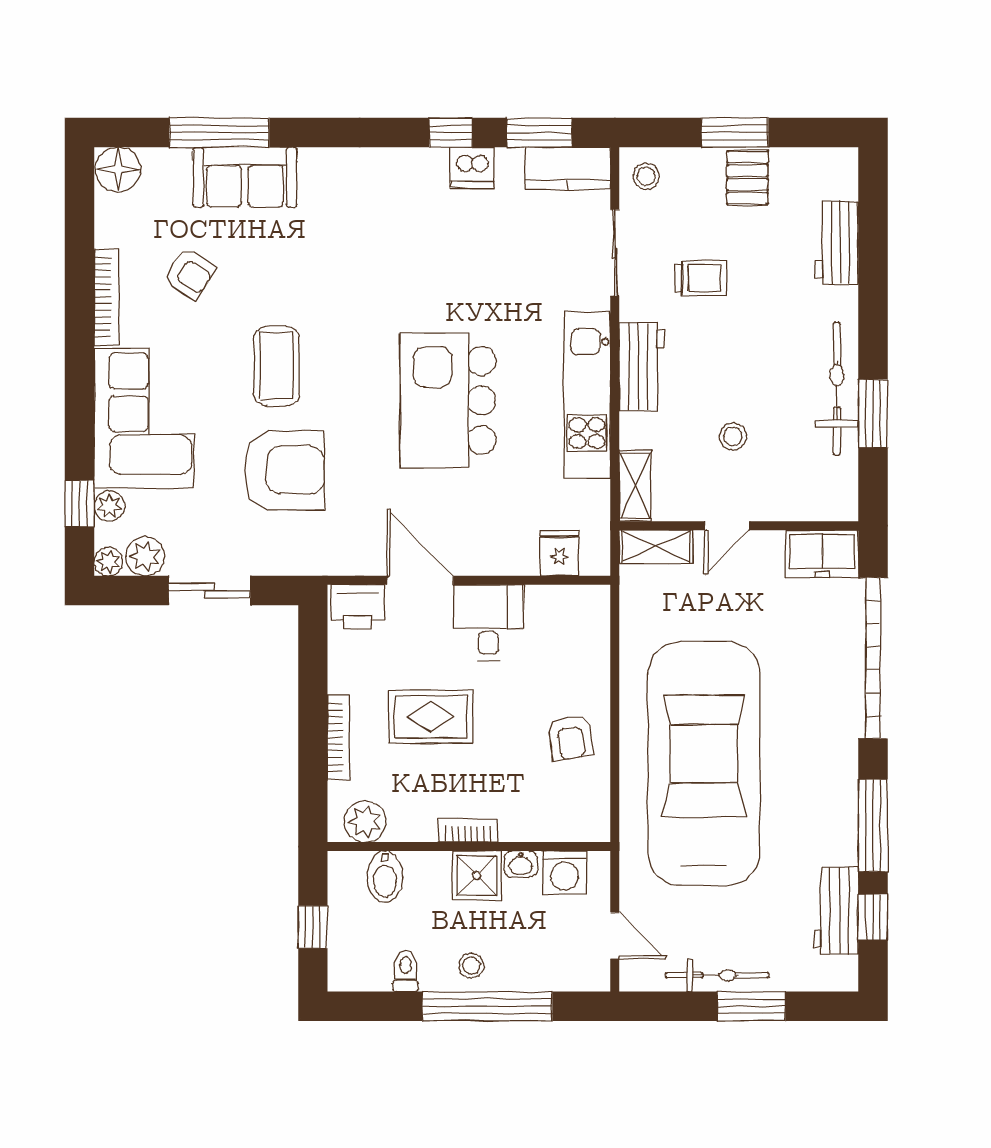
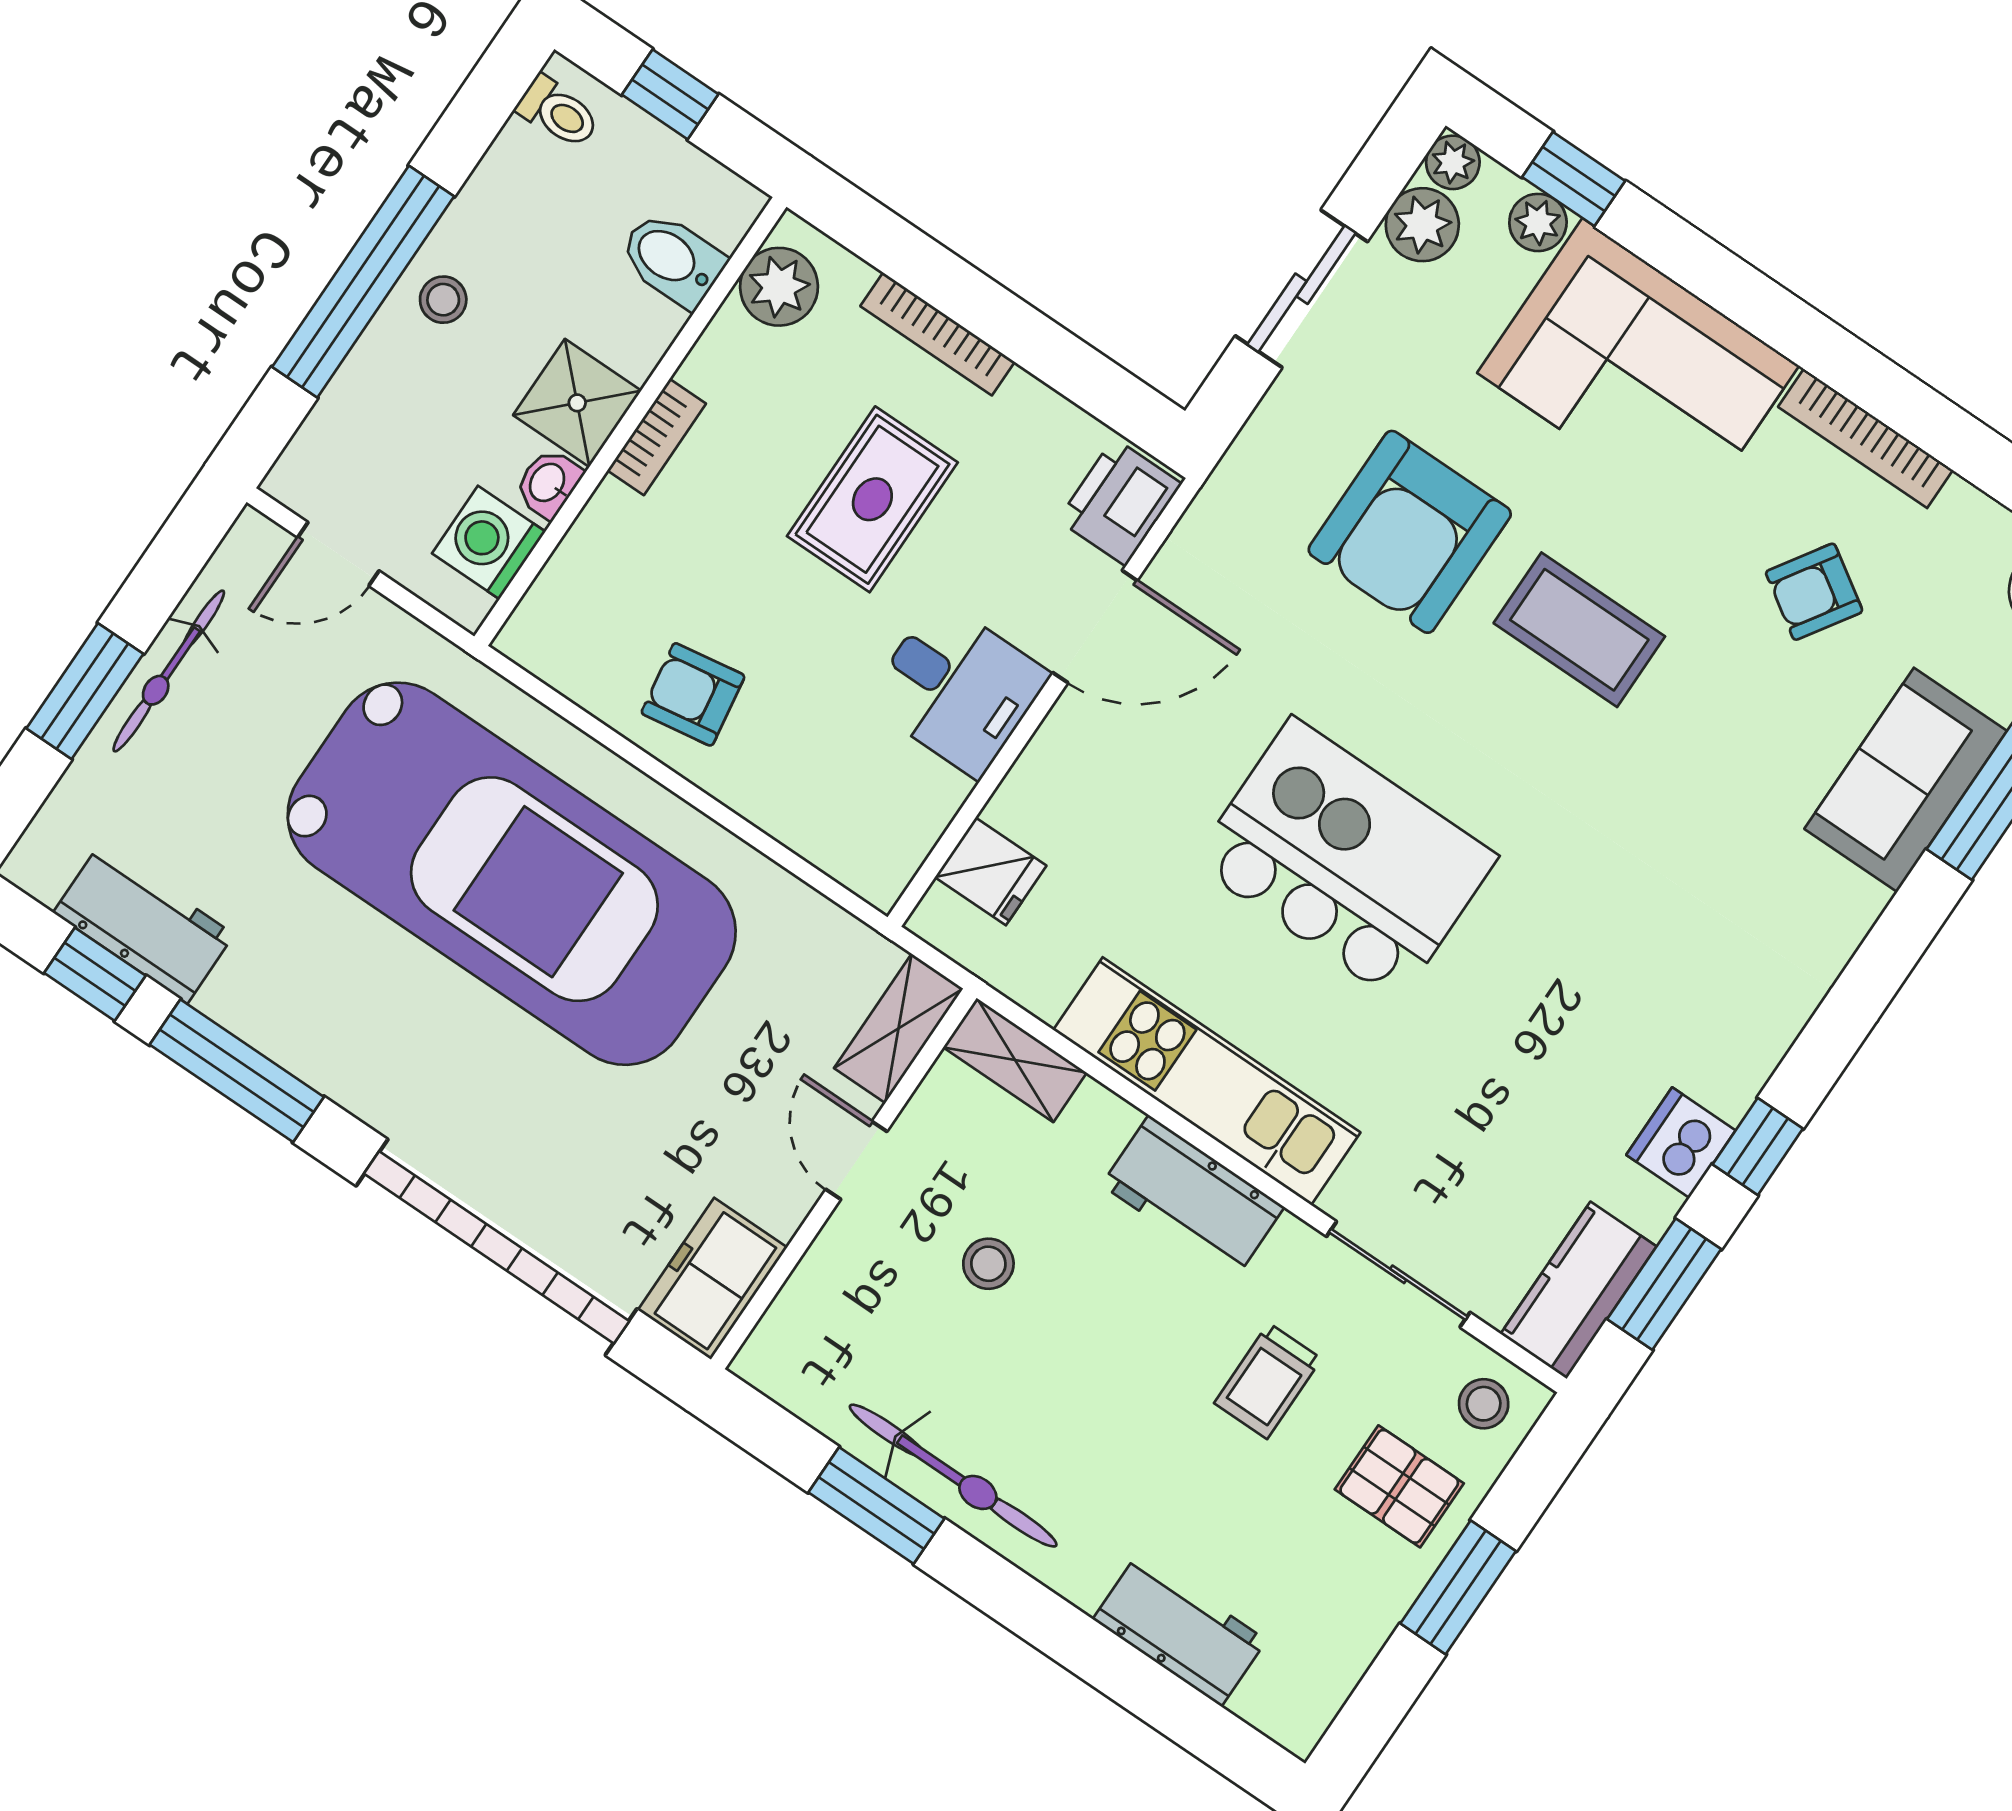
pallet: (747, 178) -> (1399, 1486), moved
toilet: (406, 971) -> (558, 112), moved

